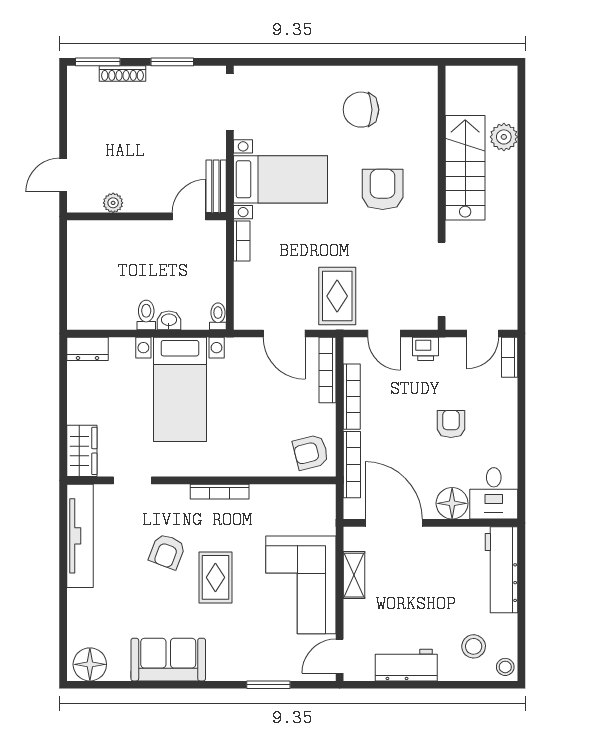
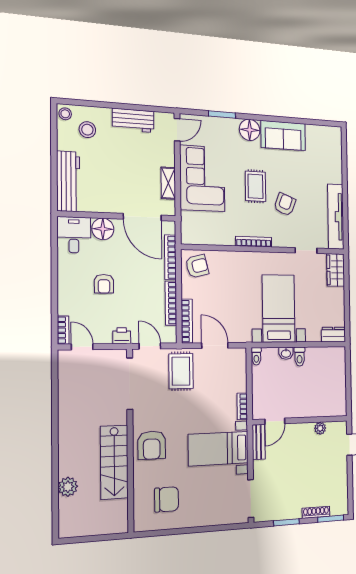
stairs: (465, 168) -> (114, 462), moved
wall: (442, 198) -> (130, 440), moved
doorway: (442, 279) -> (130, 384), moved
door: (483, 333) -> (82, 347), hinge flipped
floor lamp: (90, 664) -> (250, 130), moved

